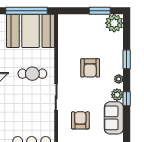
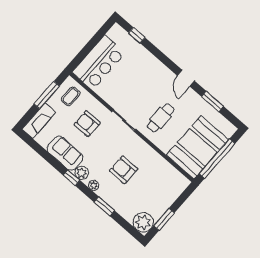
armchair: (80, 120) -> (87, 124), turned 180

